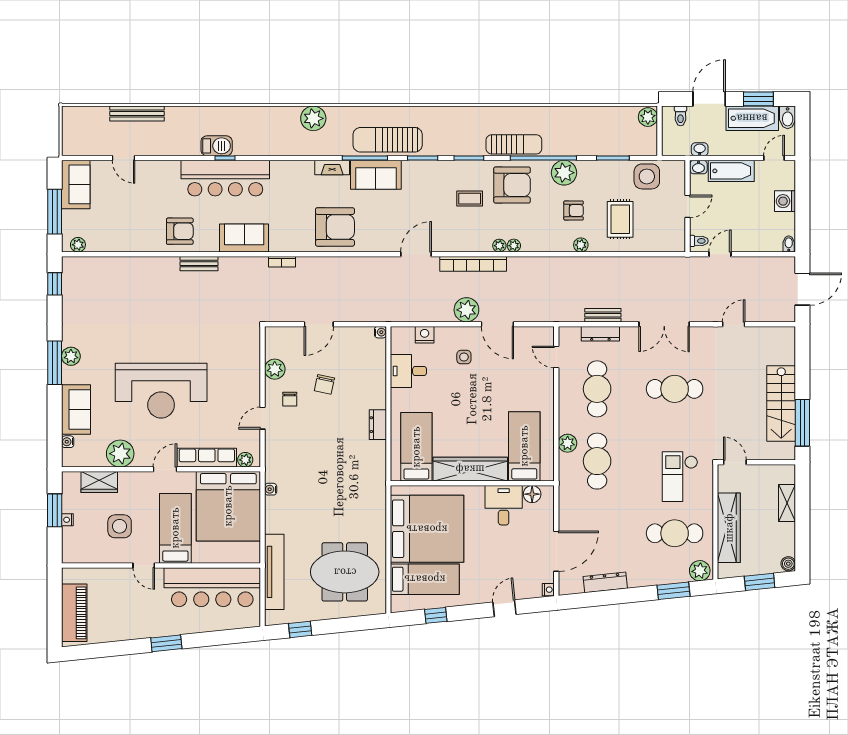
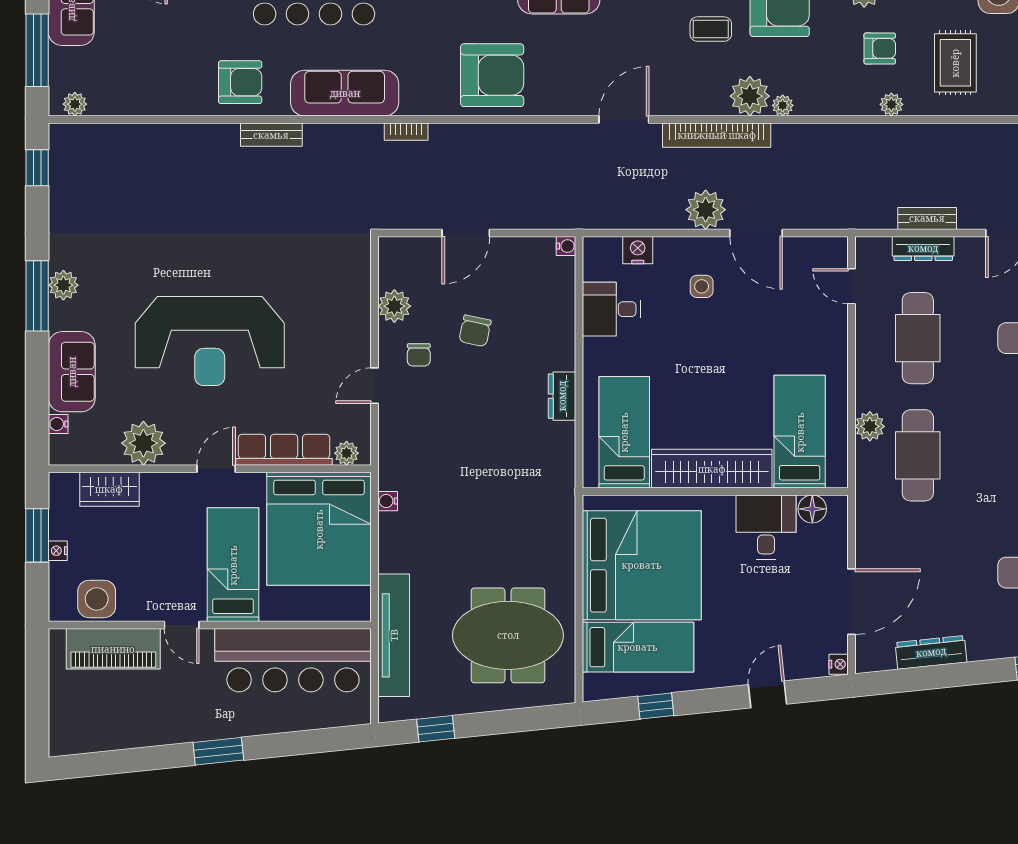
sofa: (244, 238) -> (345, 93), width x1.36
plant: (499, 246) -> (750, 96), width x1.87, depth x1.87
side table: (120, 526) -> (97, 599), moved
piano: (74, 613) -> (113, 649), moved, turned 90

